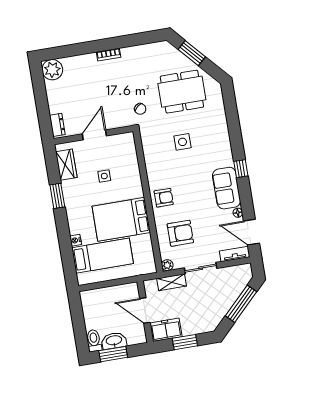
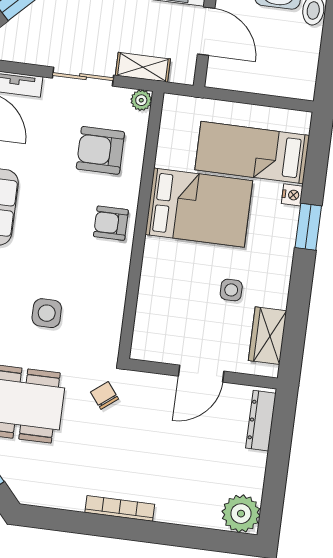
bookcase: (109, 55) -> (120, 508), width x1.56
dresser: (57, 125) -> (261, 421), width x1.44
side table: (104, 176) -> (231, 290), moved
window: (57, 196) -> (308, 227), moved

